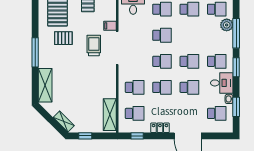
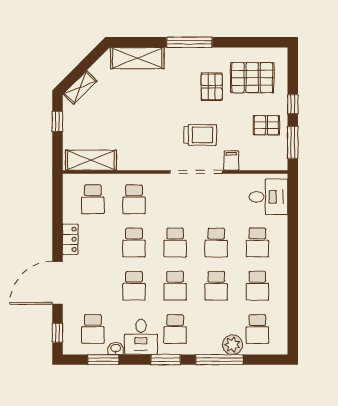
school desk: (189, 35) -> (216, 286), added
window: (137, 136) -> (57, 333), moved

